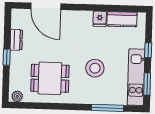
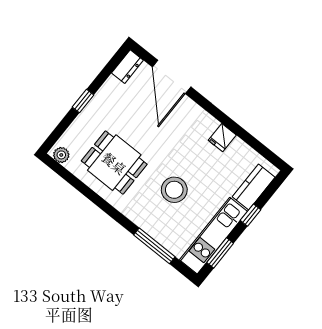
kitchen counter: (122, 19) -> (254, 187), moved, turned 90
dresser: (16, 40) -> (127, 67), moved

